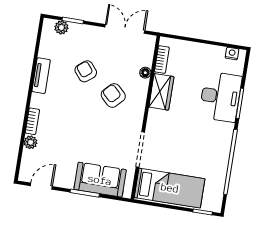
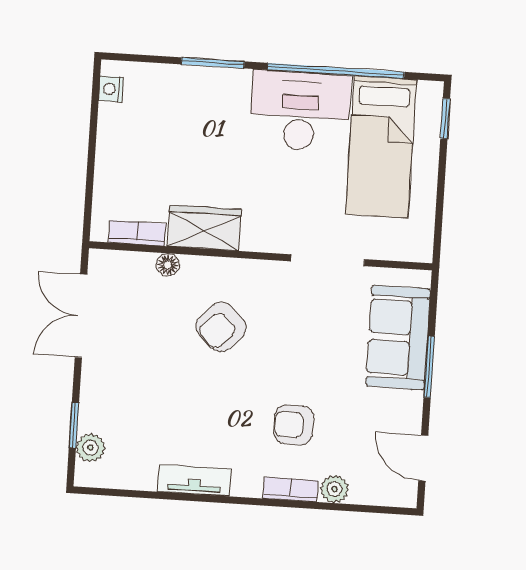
armchair: (86, 71) -> (294, 425), moved, turned 39
desk: (220, 97) -> (300, 111), moved
bed: (170, 188) -> (381, 147), moved, turned 180

